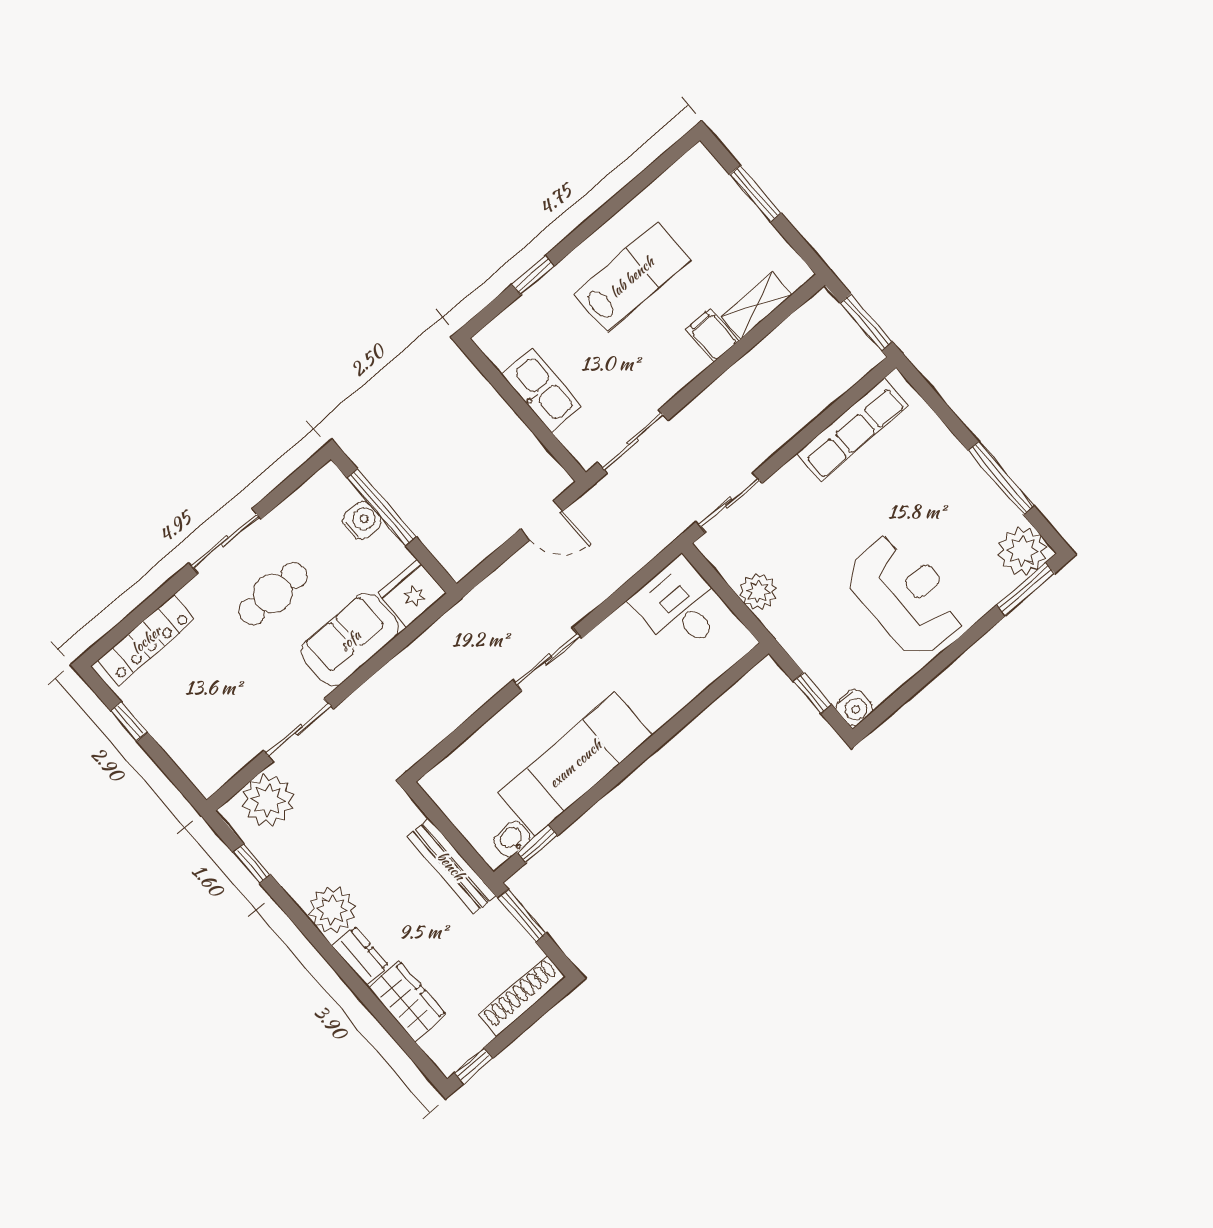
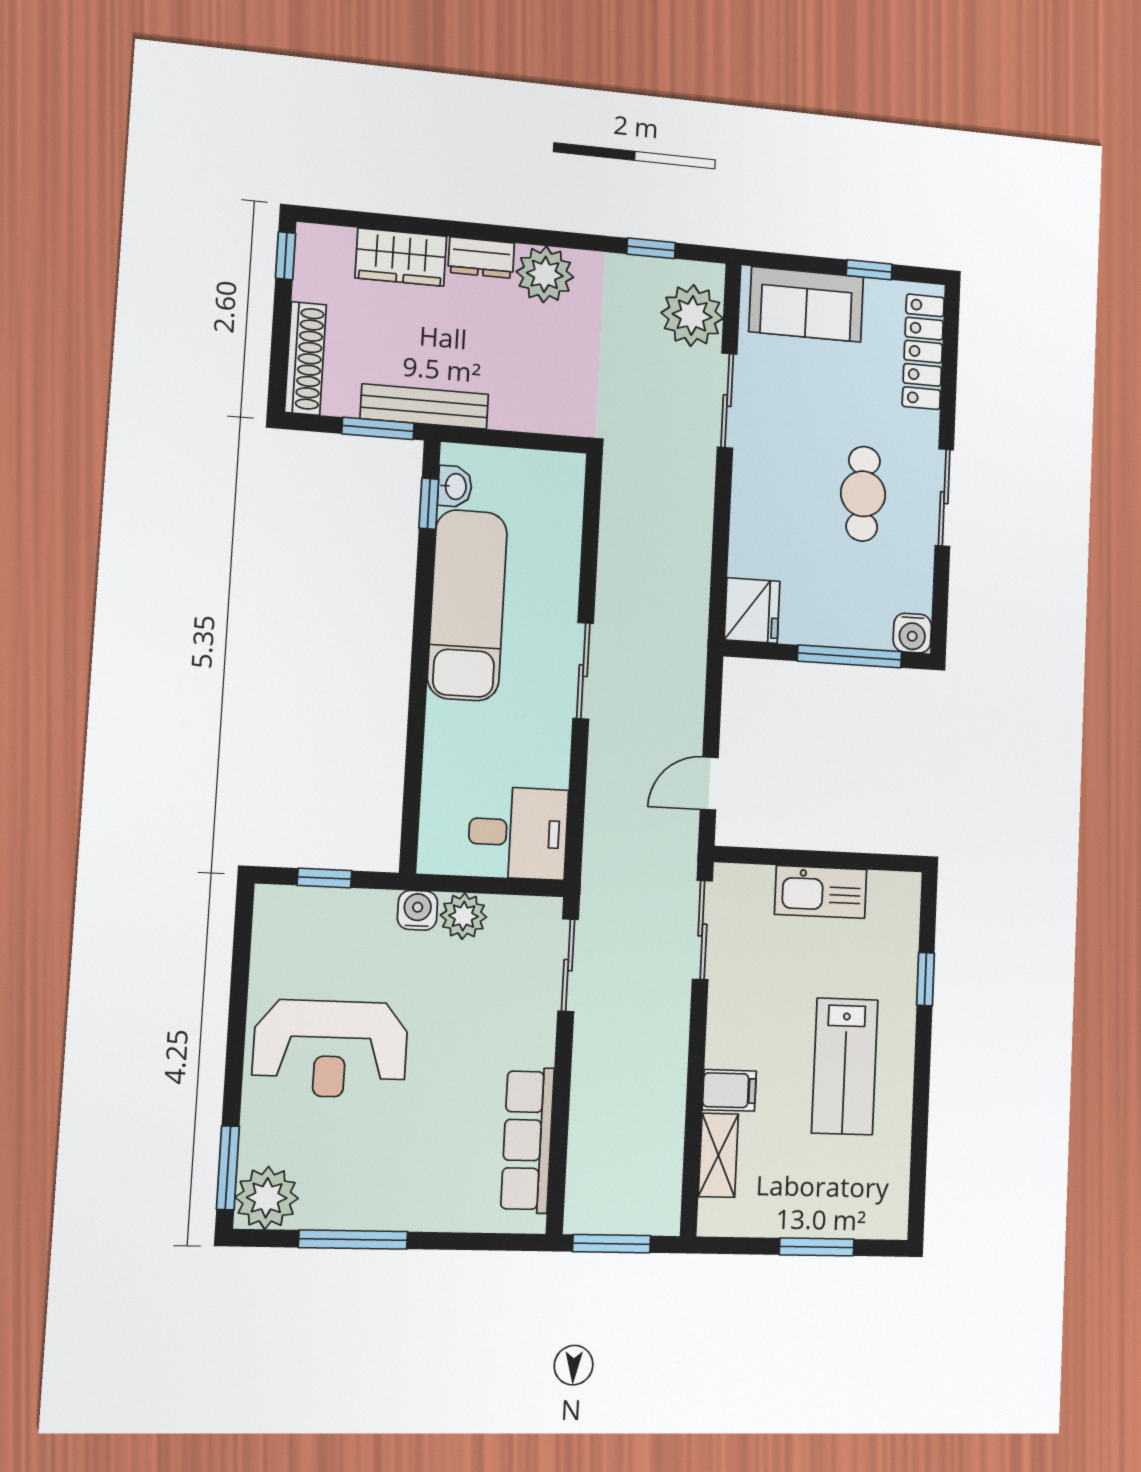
water cooler: (362, 520) -> (912, 633), moved
sofa: (350, 640) -> (806, 304), moved, turned 90
water cooler: (854, 707) -> (417, 910), moved, turned 90
bench: (451, 866) -> (424, 406), moved

